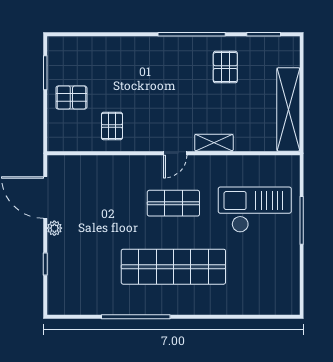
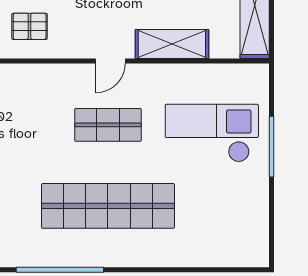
pallet: (112, 126) -> (30, 26), turned 90
shelving: (214, 143) -> (172, 44), width x1.50, depth x1.33

